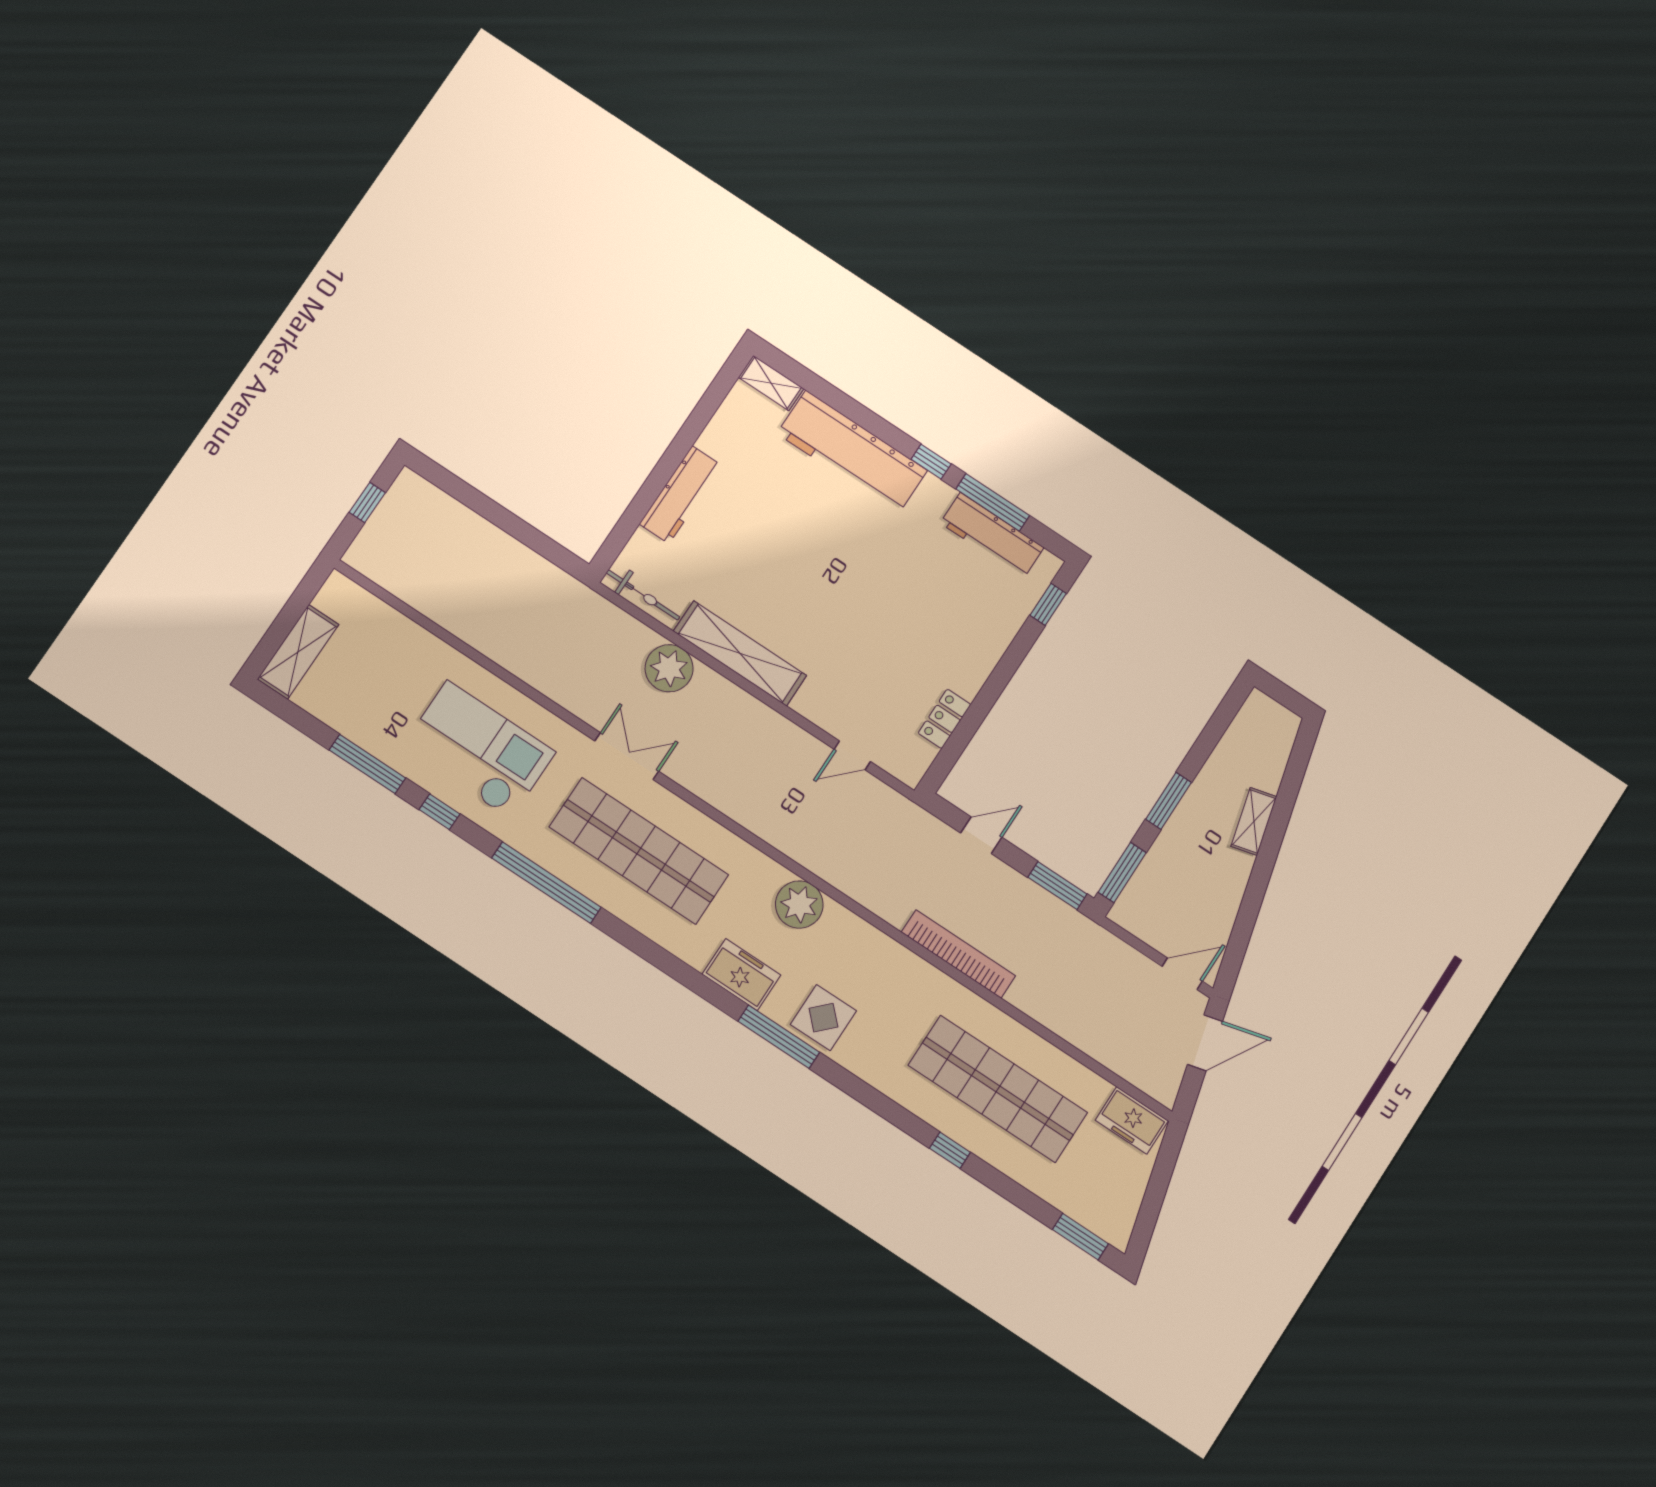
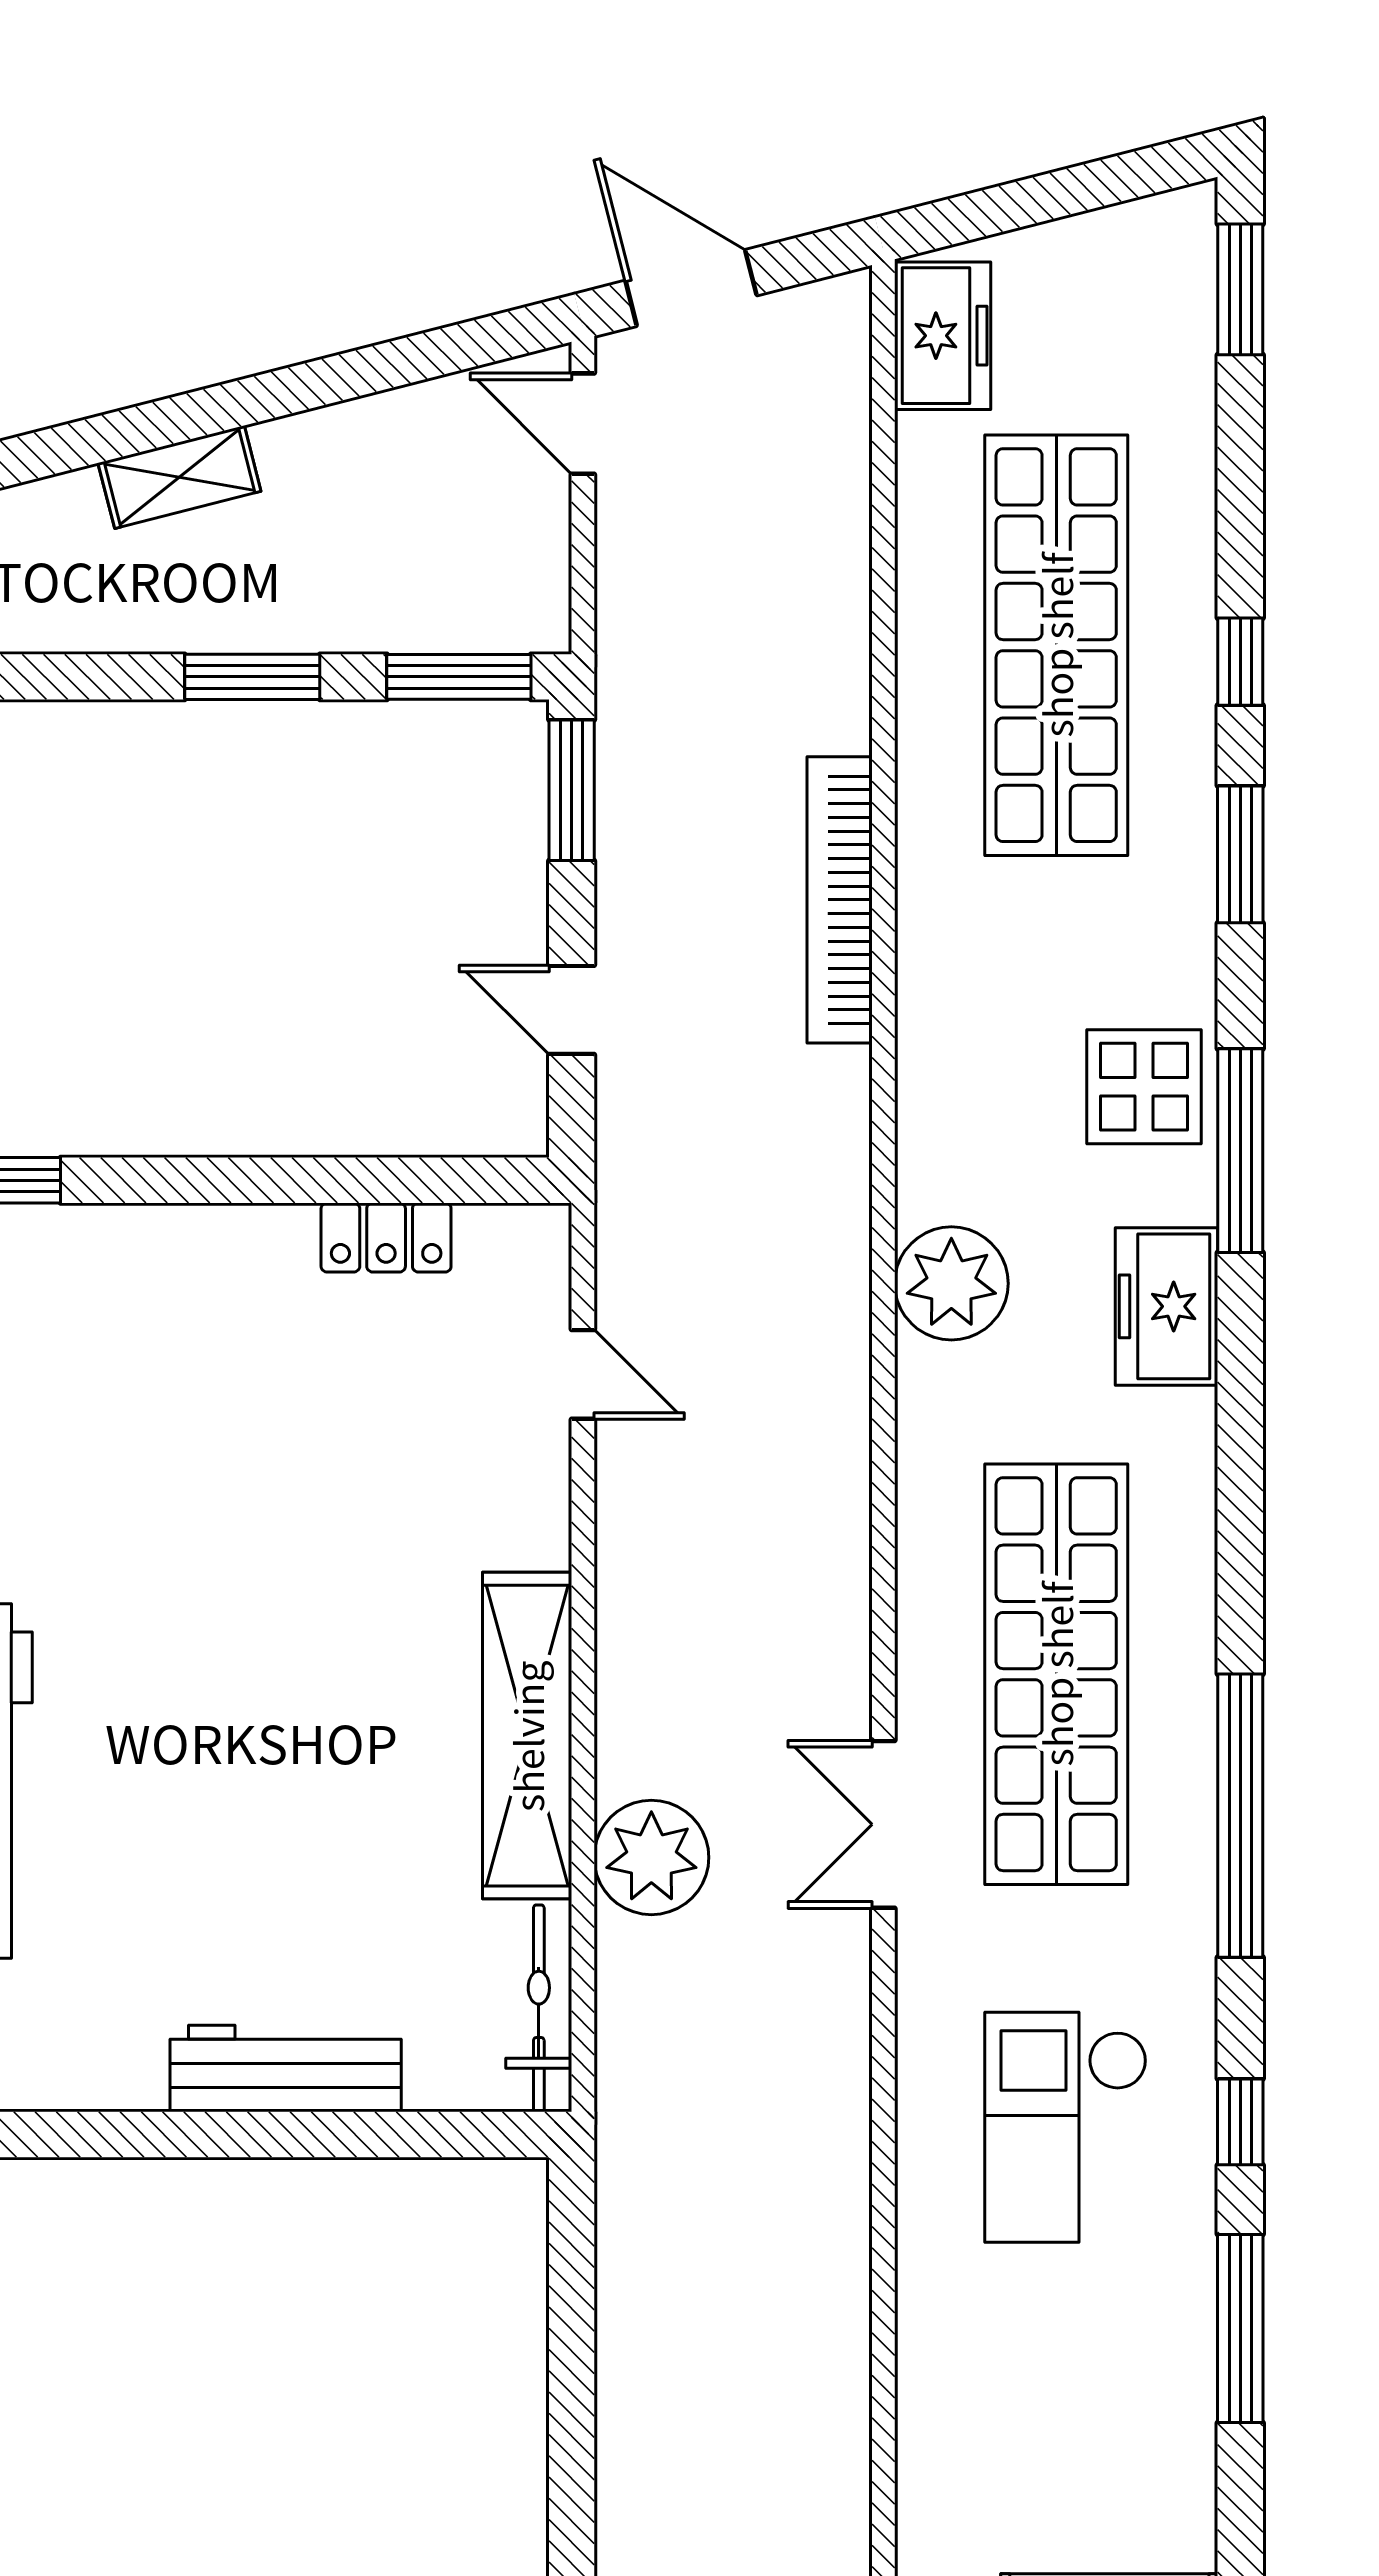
checkout: (479, 750) -> (1066, 2127), width x0.73, depth x0.83
window: (882, 1105) -> (1240, 854), added

